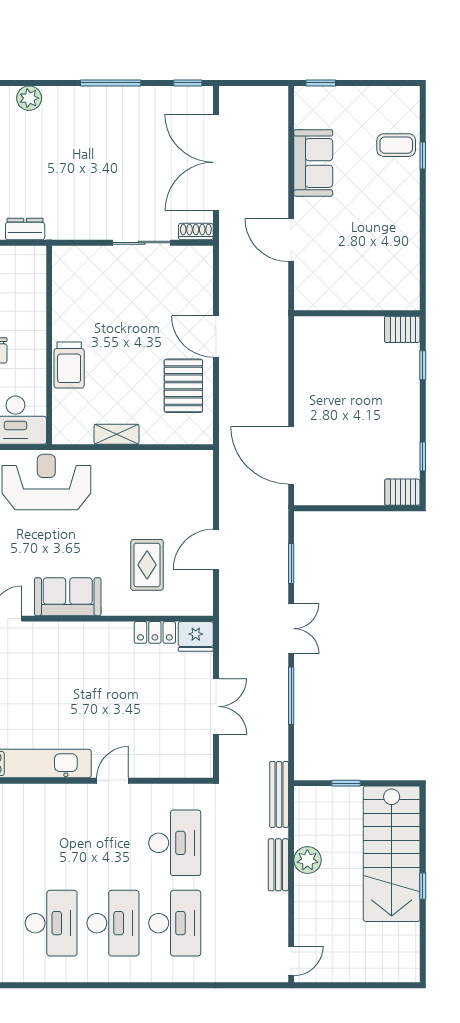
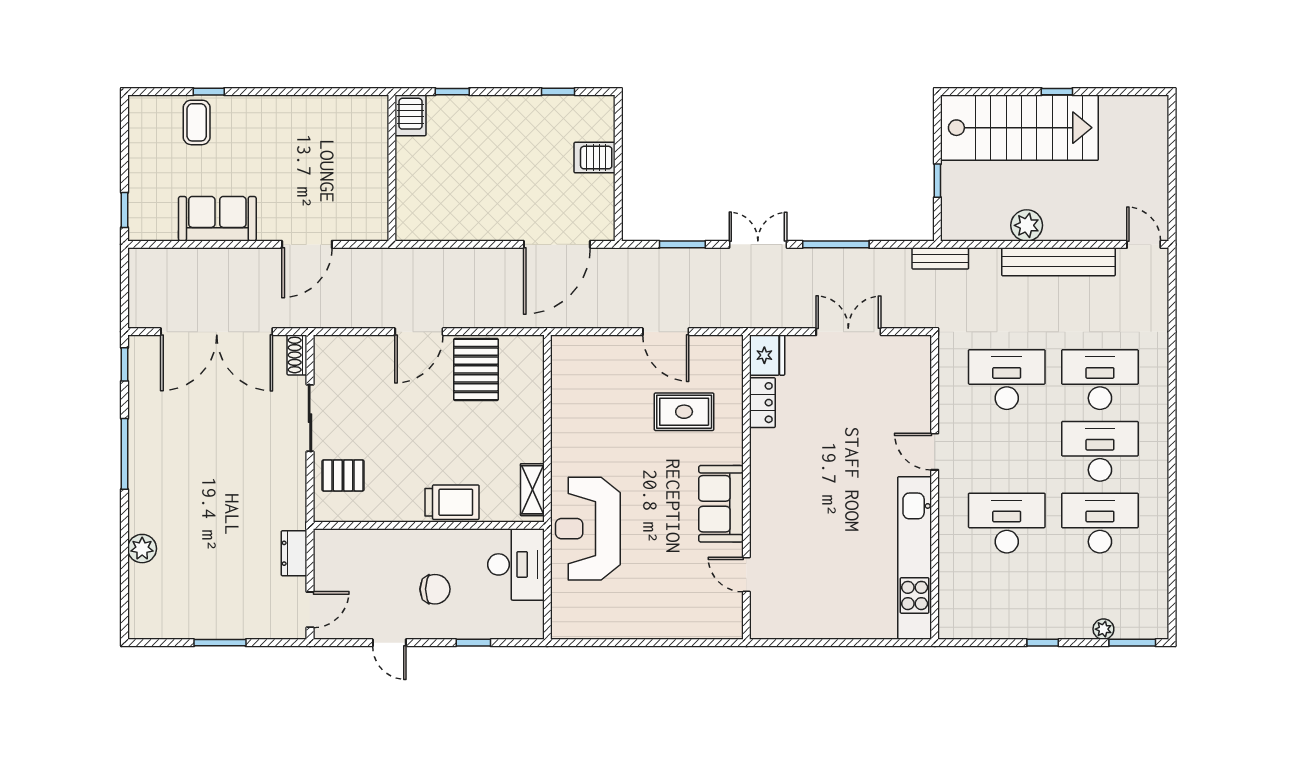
pallet: (92, 271) -> (343, 475), added
pallet: (183, 386) -> (476, 369), turned 90
shelving: (117, 434) -> (532, 490), moved
server rack: (402, 492) -> (595, 158), moved, turned 90
bench: (279, 794) -> (940, 258), width x0.73
desk: (51, 843) -> (1007, 523), added
bench: (278, 865) -> (1058, 262), width x1.86, depth x1.21

